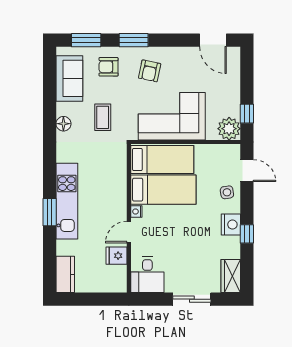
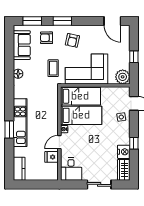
window: (247, 114) -> (134, 57), moved
coffee table: (103, 117) -> (53, 68), moved
nightstand: (231, 225) -> (124, 152), moved

